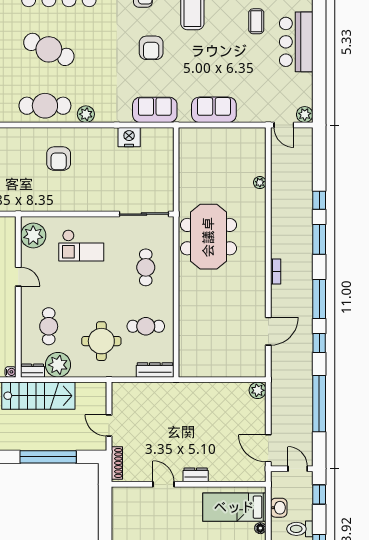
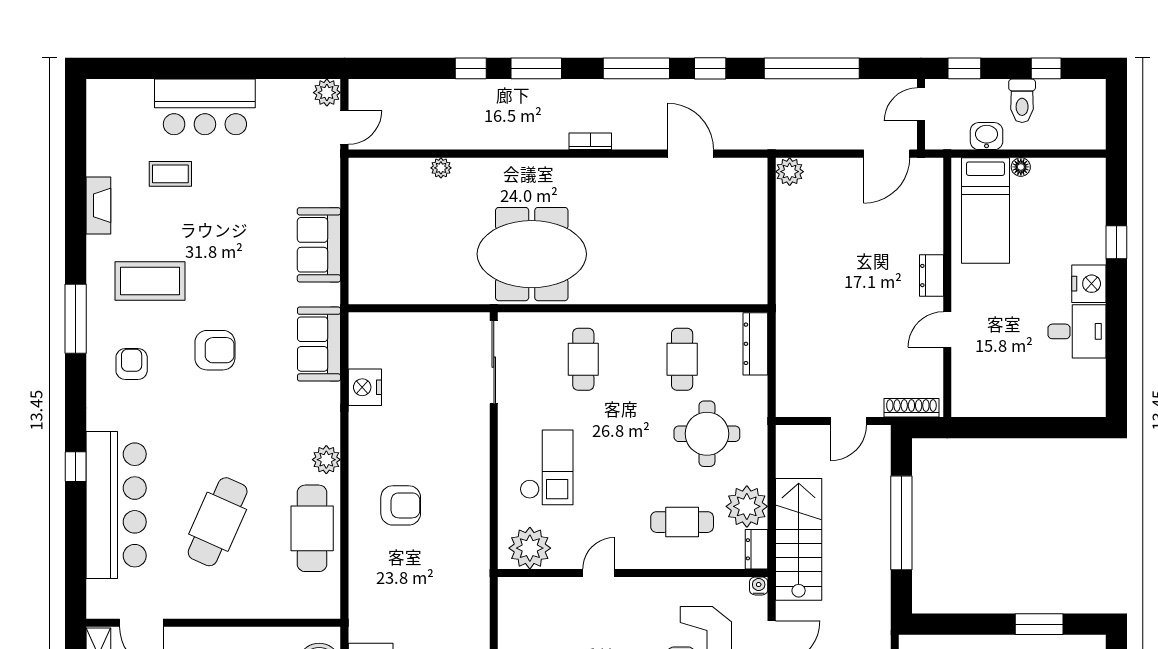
cafe table: (146, 267) -> (583, 359), turned 90

